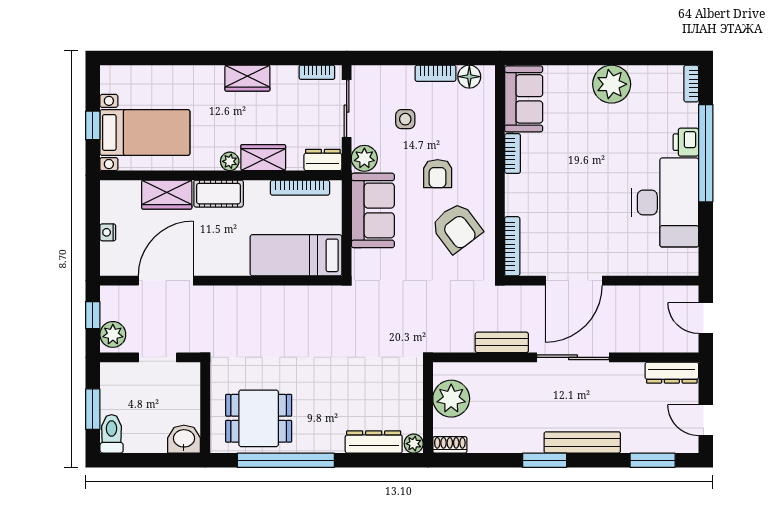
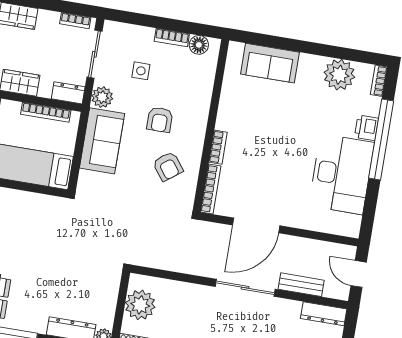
plant: (612, 84) -> (339, 75), moved
sofa: (524, 99) -> (270, 63), moved, turned 90
bookcase: (513, 154) -> (218, 147), moved
armchair: (457, 228) -> (168, 166), width x0.72, depth x0.72
bench: (502, 342) -> (301, 285), moved

